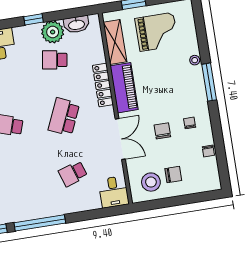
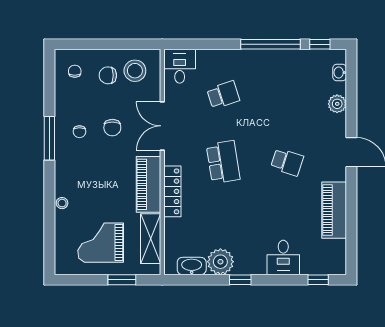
school desk: (55, 60) -> (223, 229), removed
window: (209, 82) -> (49, 138), moved
school desk: (64, 117) -> (223, 162), turned -33
chair: (208, 151) -> (75, 71), moved

